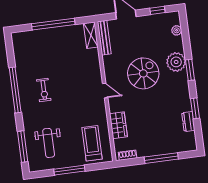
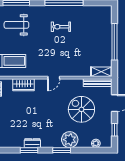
spiral stairs: (143, 73) -> (81, 109), moved, turned 180
dresser: (188, 122) -> (32, 143), moved

